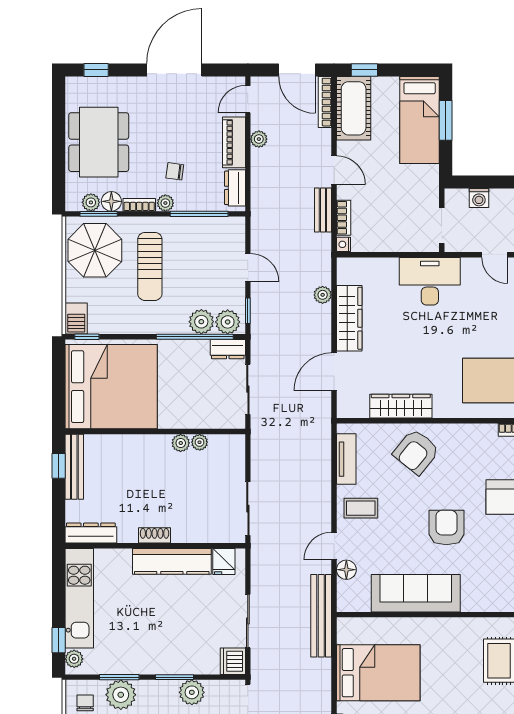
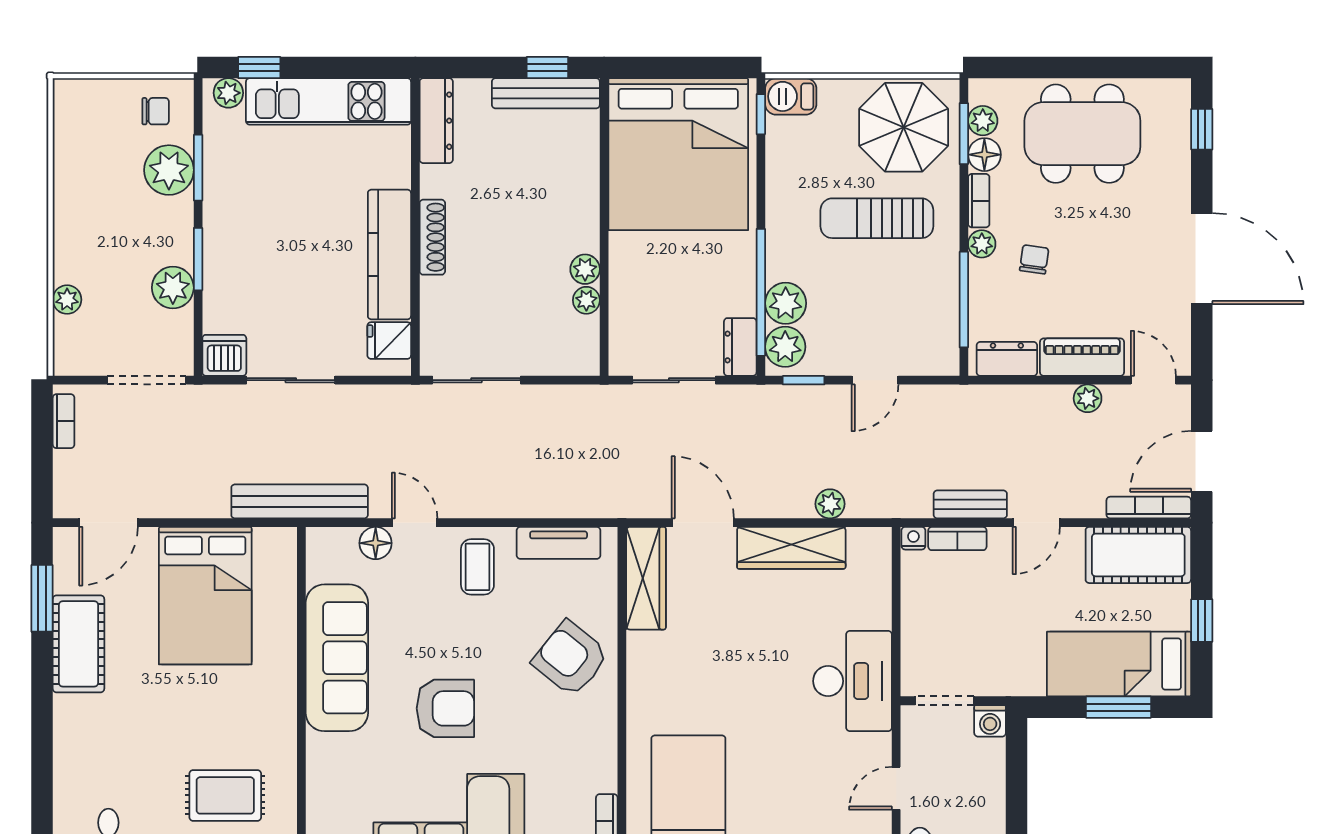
window: (364, 70) -> (1202, 620), moved
washing machine: (479, 198) -> (990, 721), moved, turned -90
wardrobe: (401, 406) -> (646, 578), moved
shoe rack: (155, 535) -> (432, 237), width x1.43

